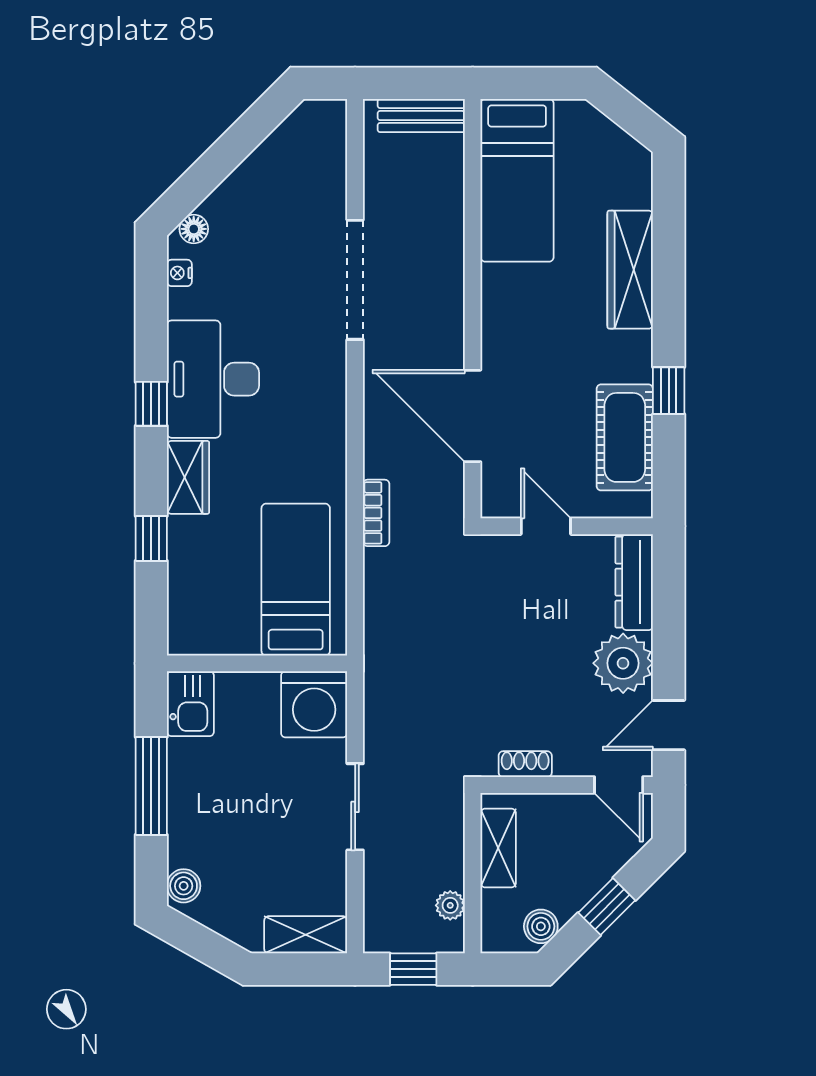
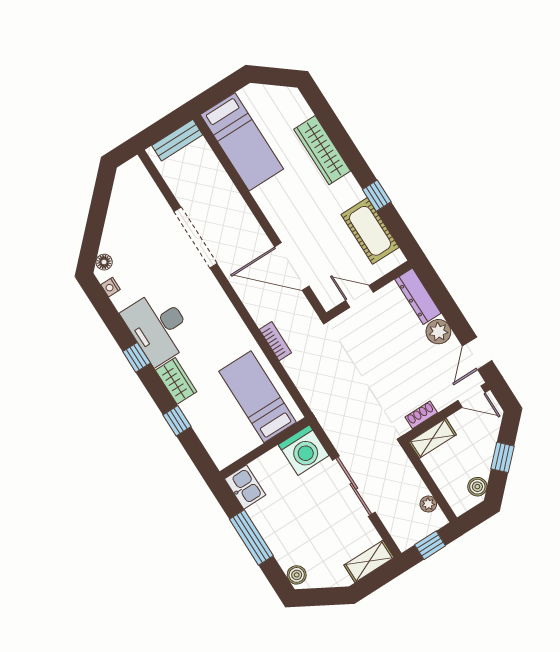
plant: (623, 663) -> (438, 332), width x0.73, depth x0.73
sliding door: (355, 807) -> (354, 486), width x1.37
shelving: (498, 848) -> (433, 438), moved, turned 90

